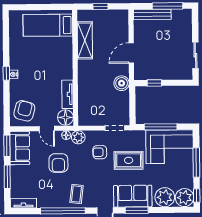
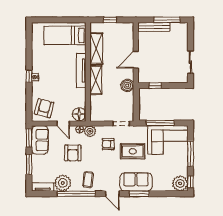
shelving: (85, 77) -> (96, 80), added
tv unit: (68, 94) -> (81, 71), moved, width x1.41
plant: (165, 197) -> (63, 183), moved

